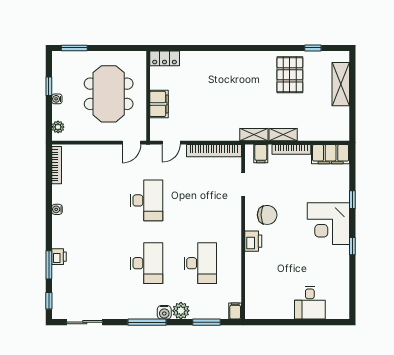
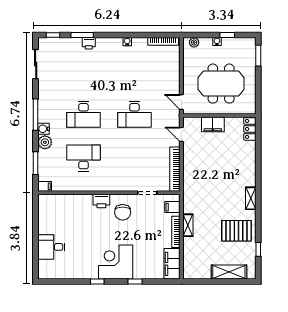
shelving: (254, 135) -> (251, 198), moved
desk: (200, 263) -> (83, 158), turned 180

